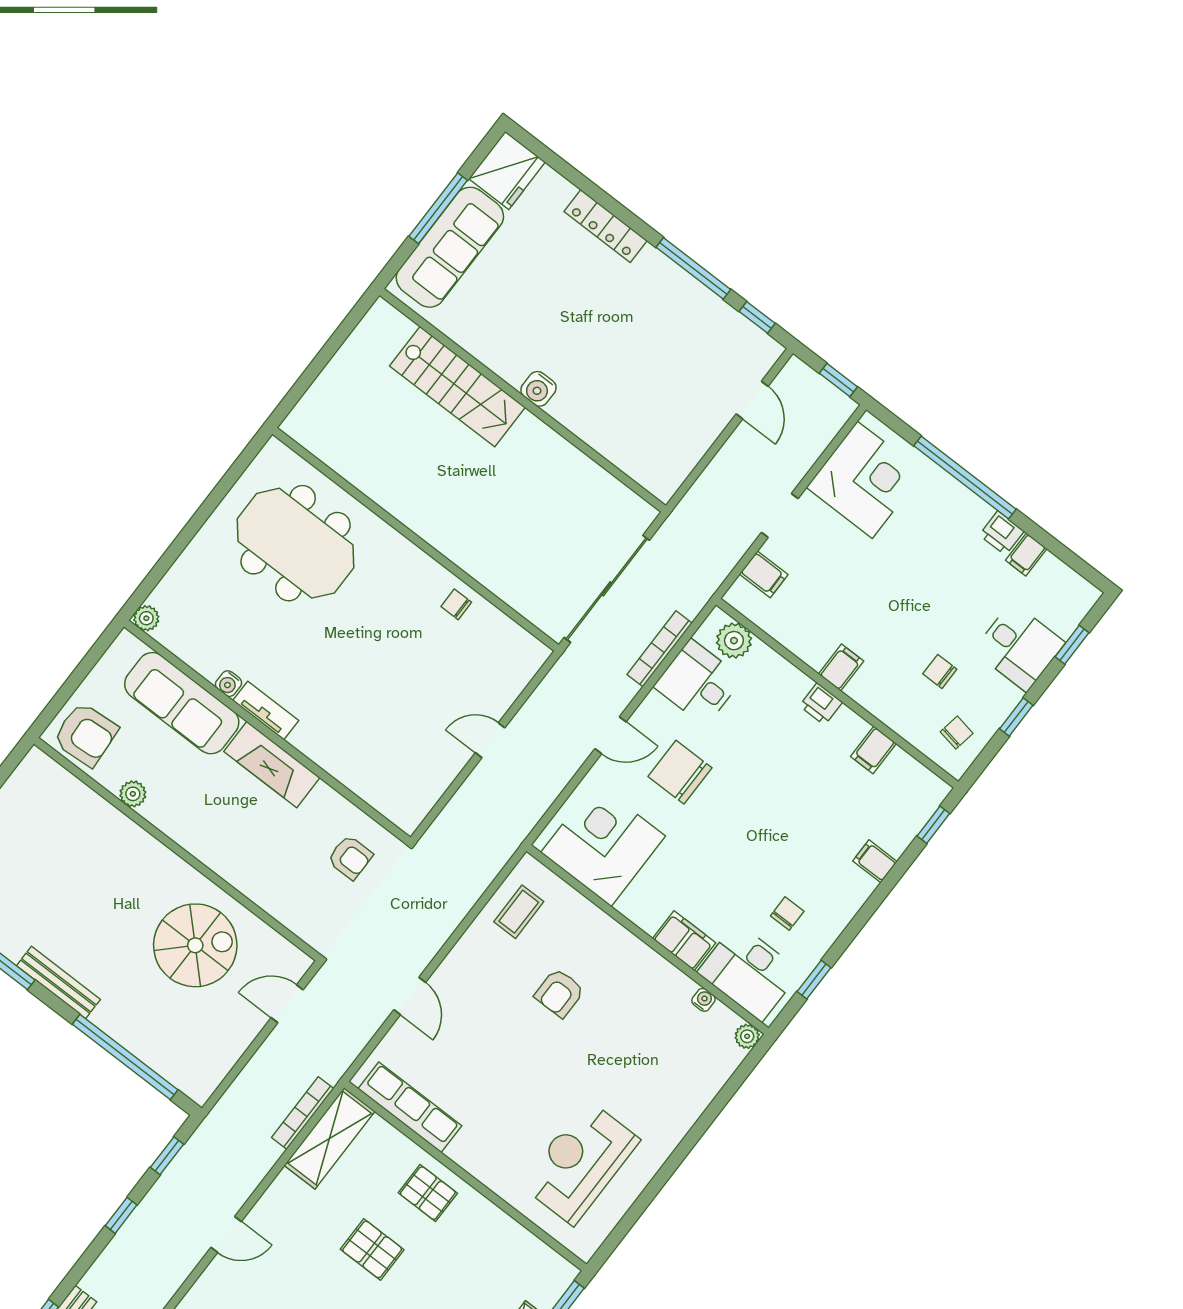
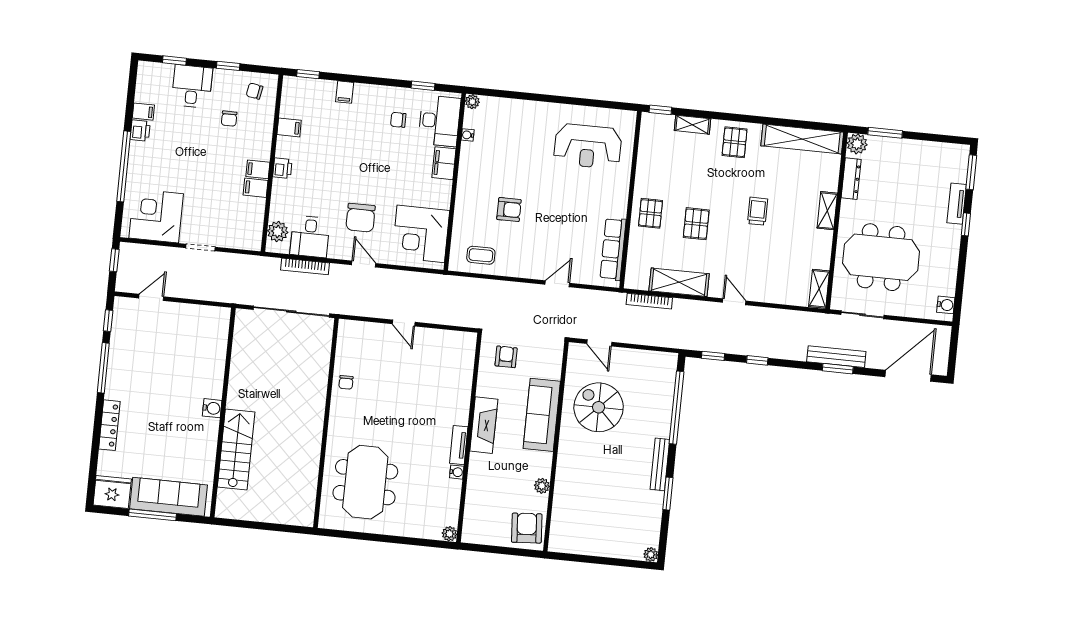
filing cabinet: (764, 574) -> (256, 188), moved, turned -90
sofa: (182, 703) -> (542, 415), moved, turned 180
shelving: (330, 1138) -> (679, 282), moved

